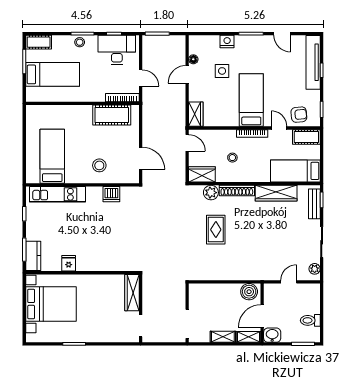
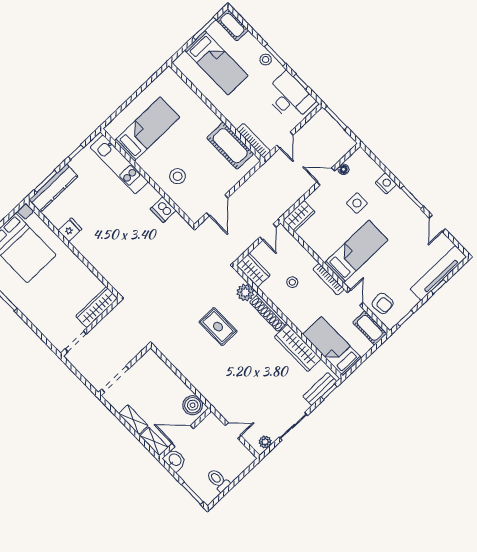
rug: (216, 230) -> (218, 327), turned 90
kitchen counter: (33, 256) -> (54, 188), width x1.50

